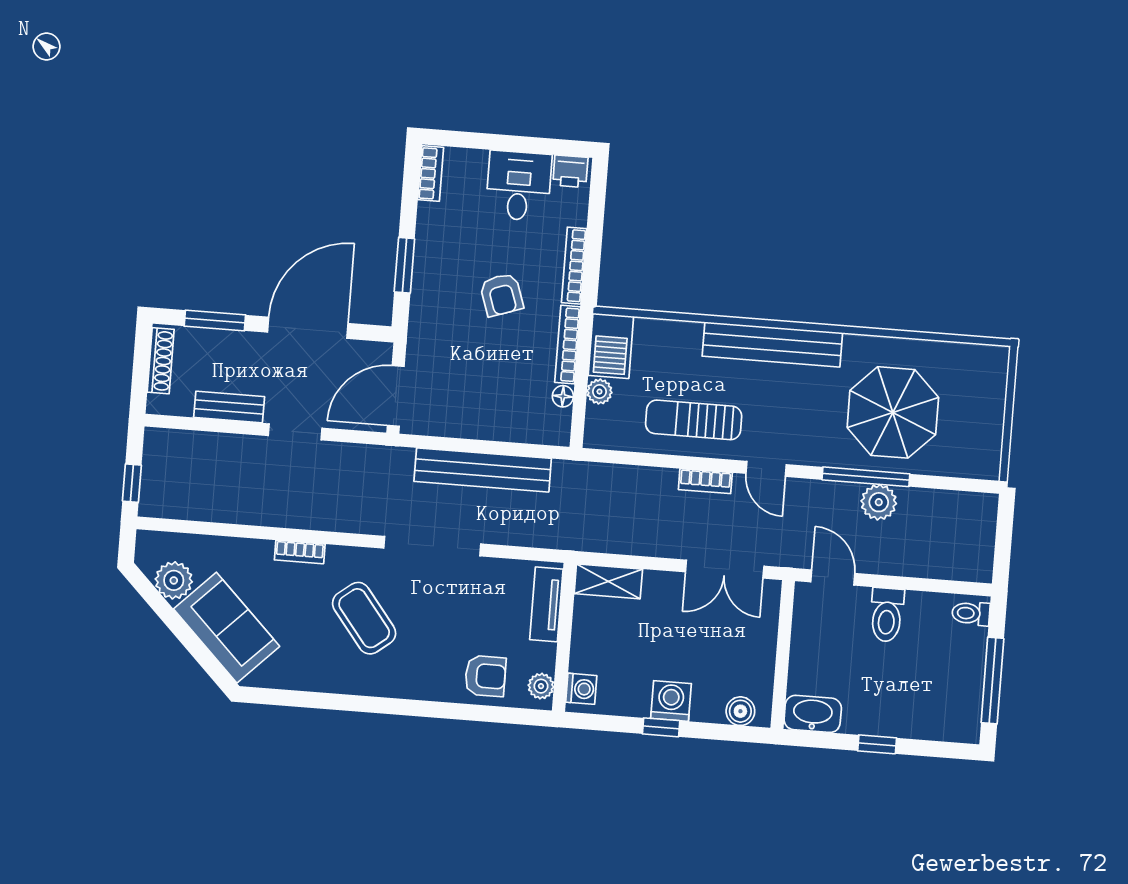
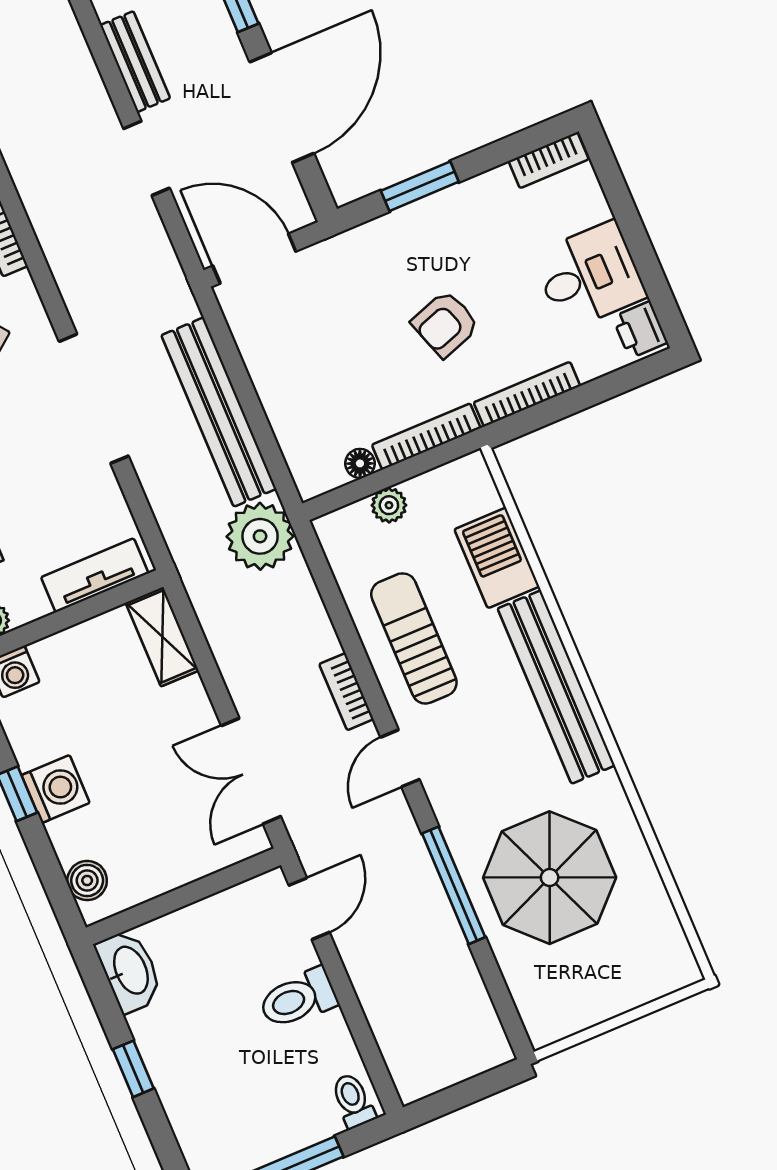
door: (308, 328) -> (282, 108), hinge flipped
barbecue: (611, 346) -> (497, 558), moved, turned 90
plant: (879, 502) -> (260, 536), moved, width x1.36, depth x1.36

